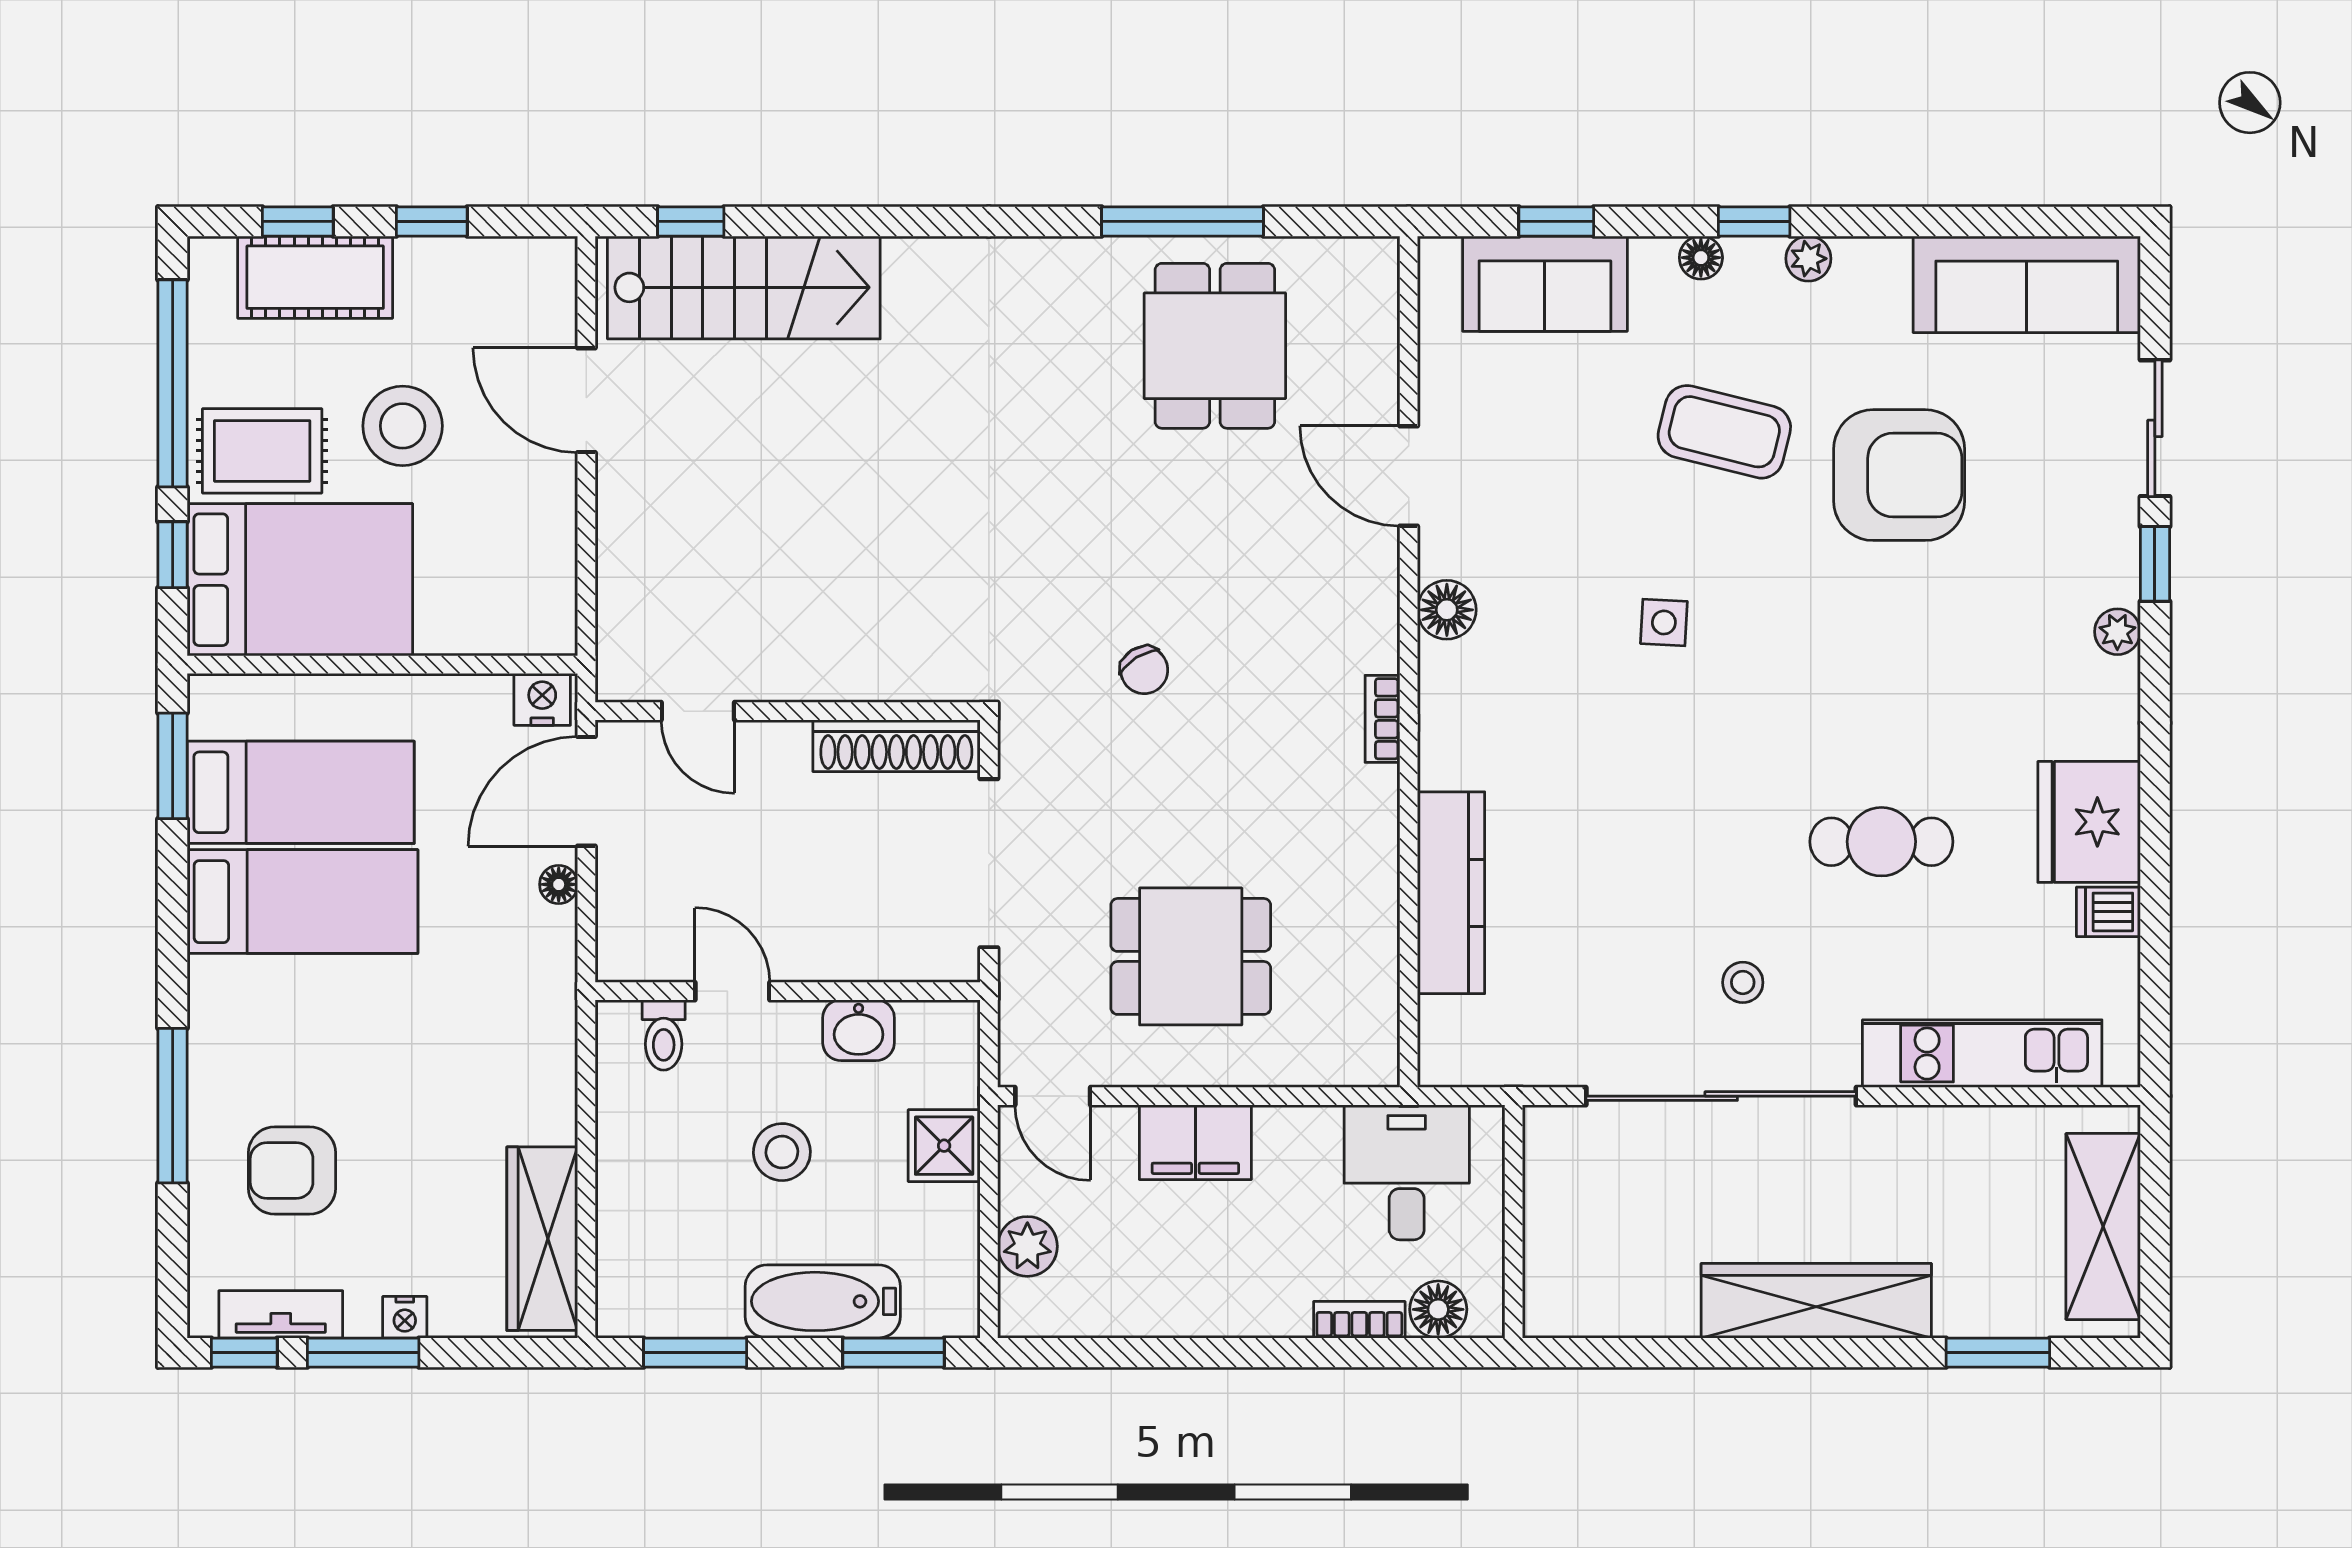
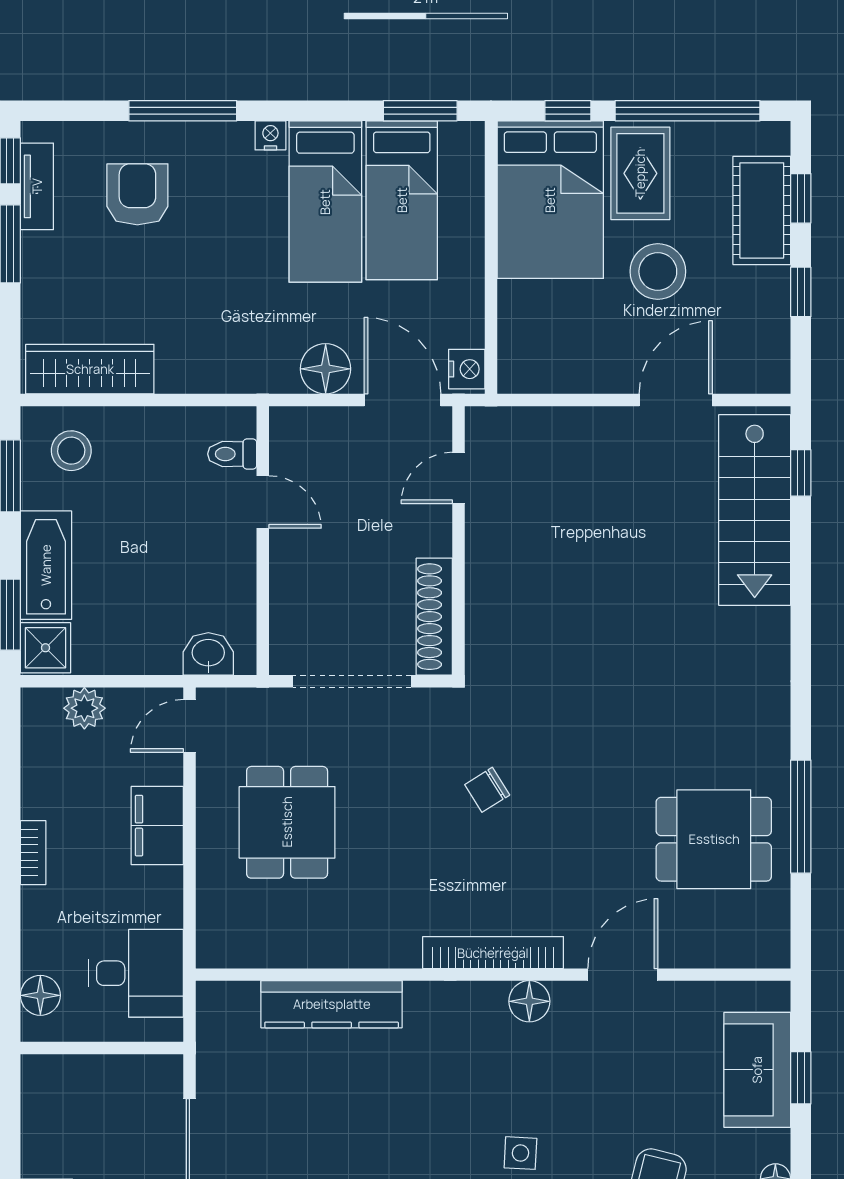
bookcase: (1382, 719) -> (493, 953), width x2.31, depth x1.31
floor lamp: (559, 884) -> (326, 369), width x1.89, depth x1.89
door: (732, 991) -> (263, 502), hinge flipped
washbasin: (859, 1030) -> (208, 654), moved, turned 90
shower: (944, 1146) -> (45, 648), moved
stool: (782, 1152) -> (71, 451), moved
nightstand: (405, 1317) -> (270, 135), moved, turned 90
bookcase: (1359, 1320) -> (33, 853), moved

